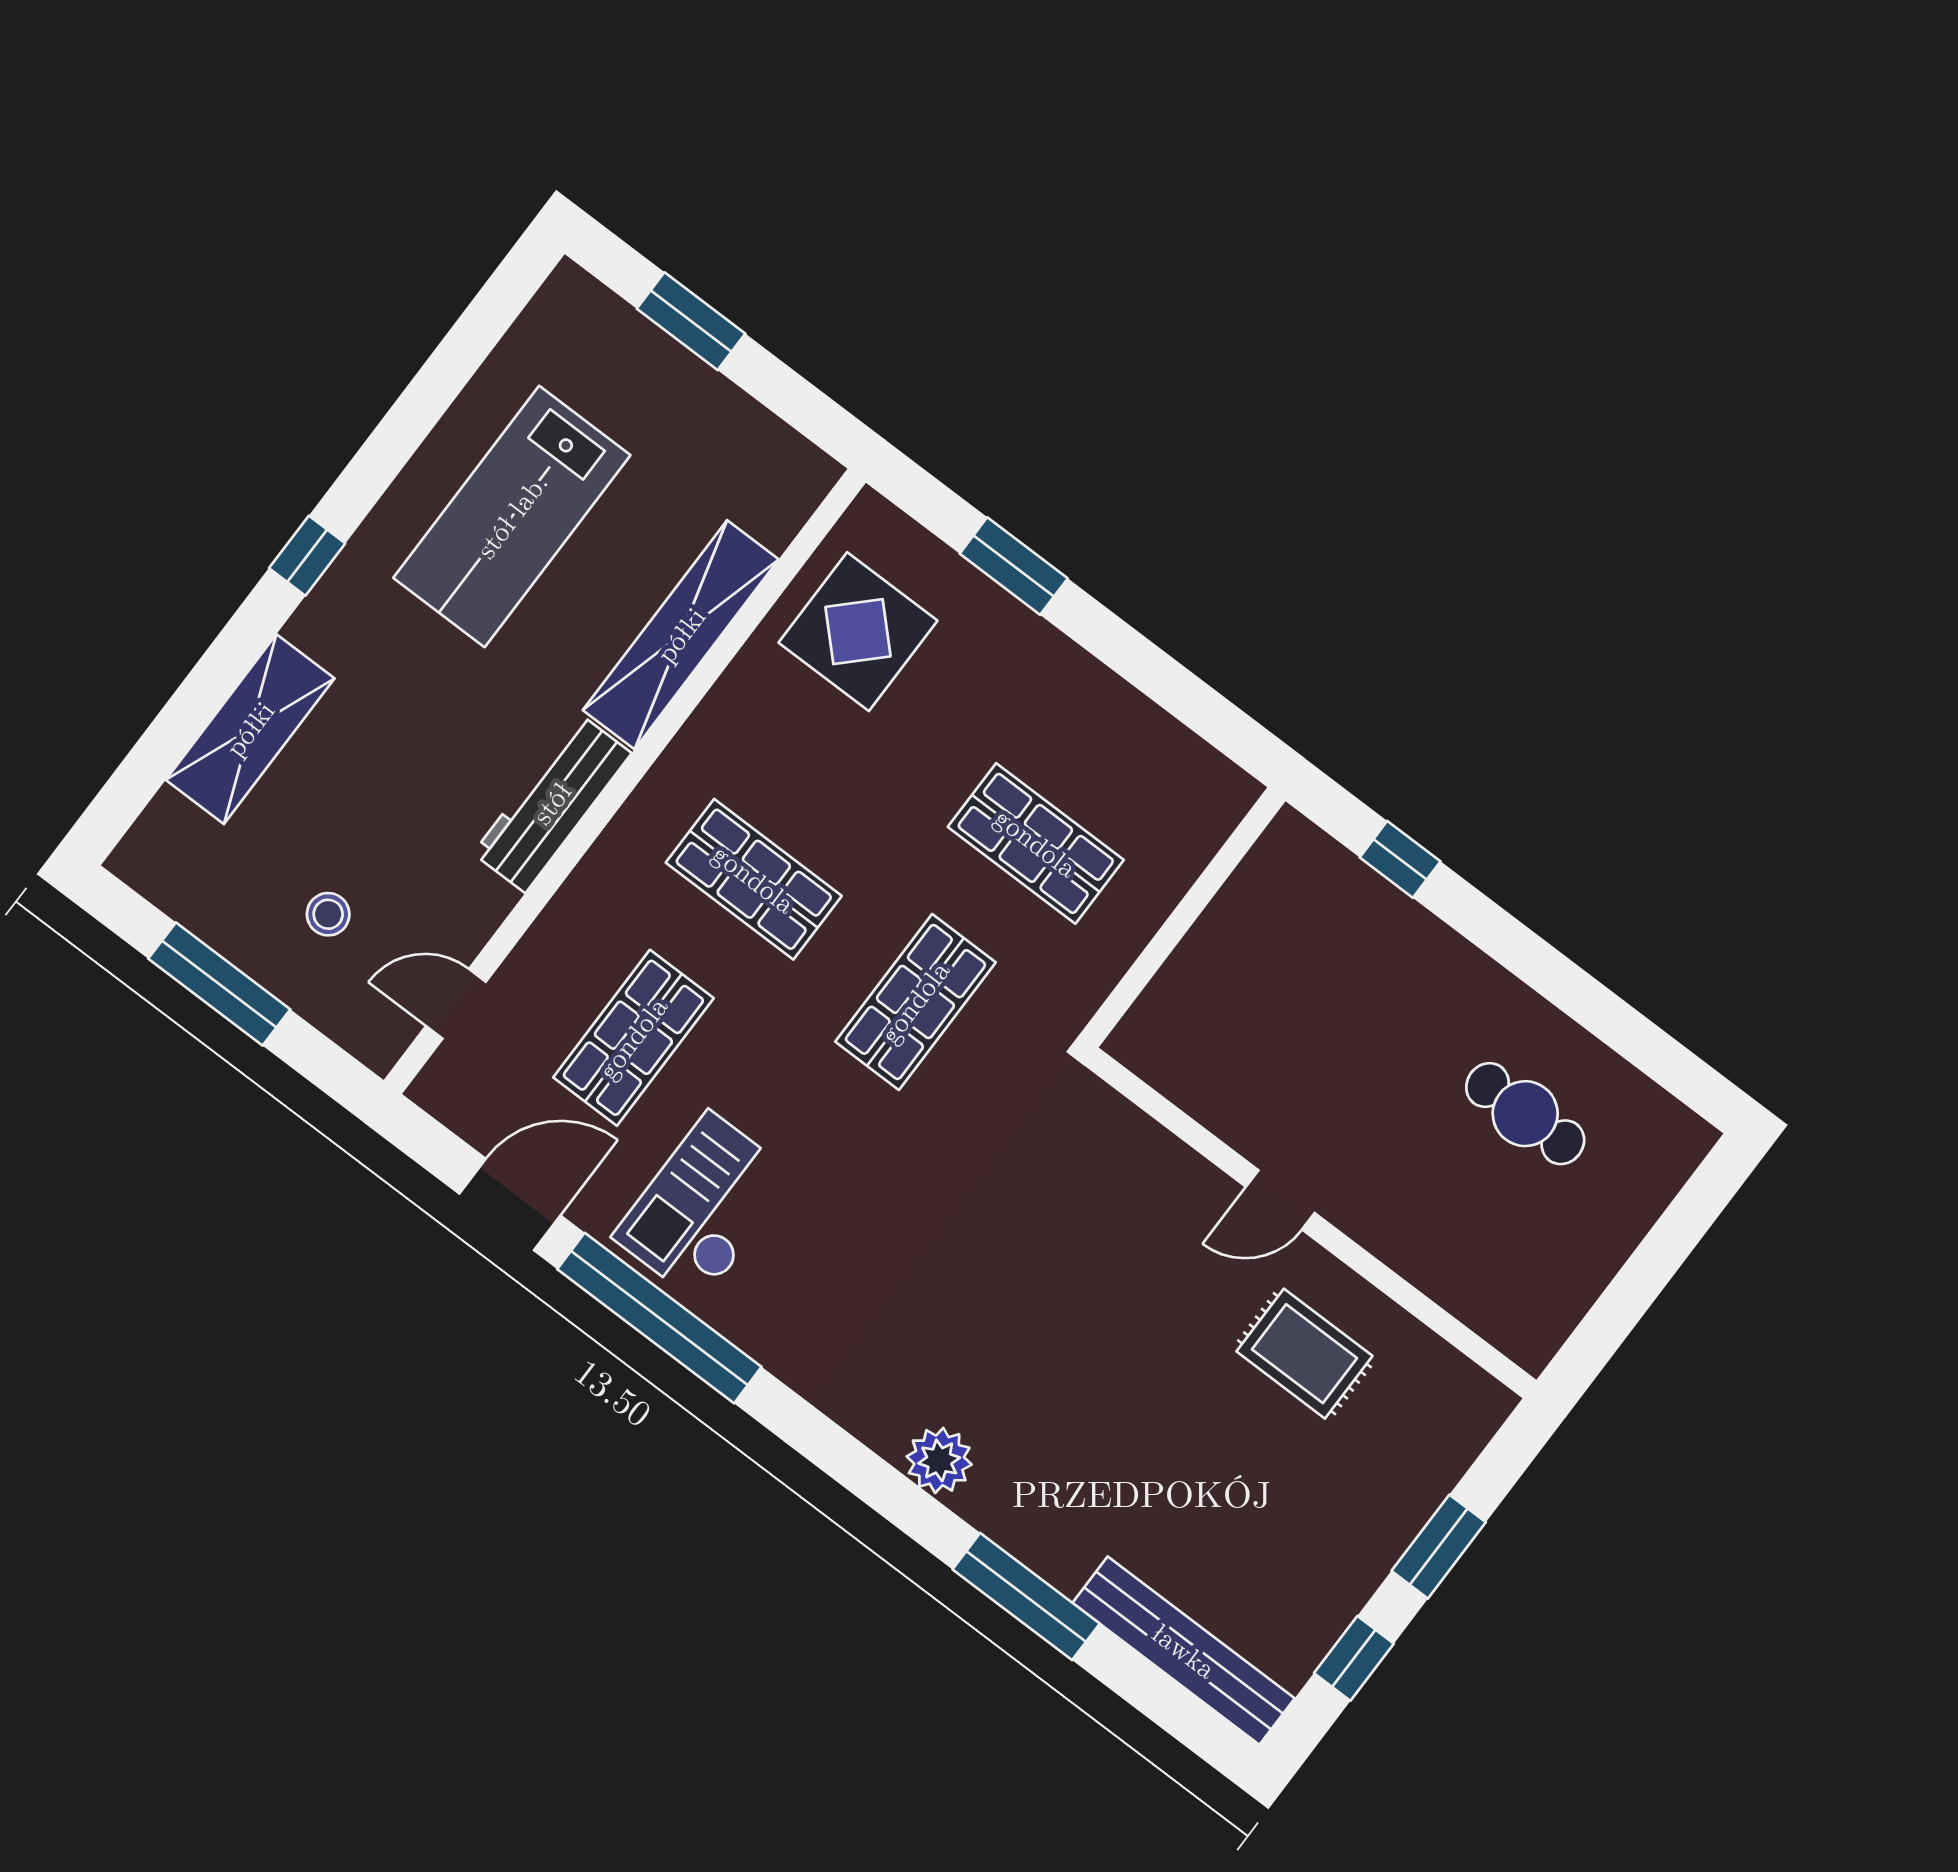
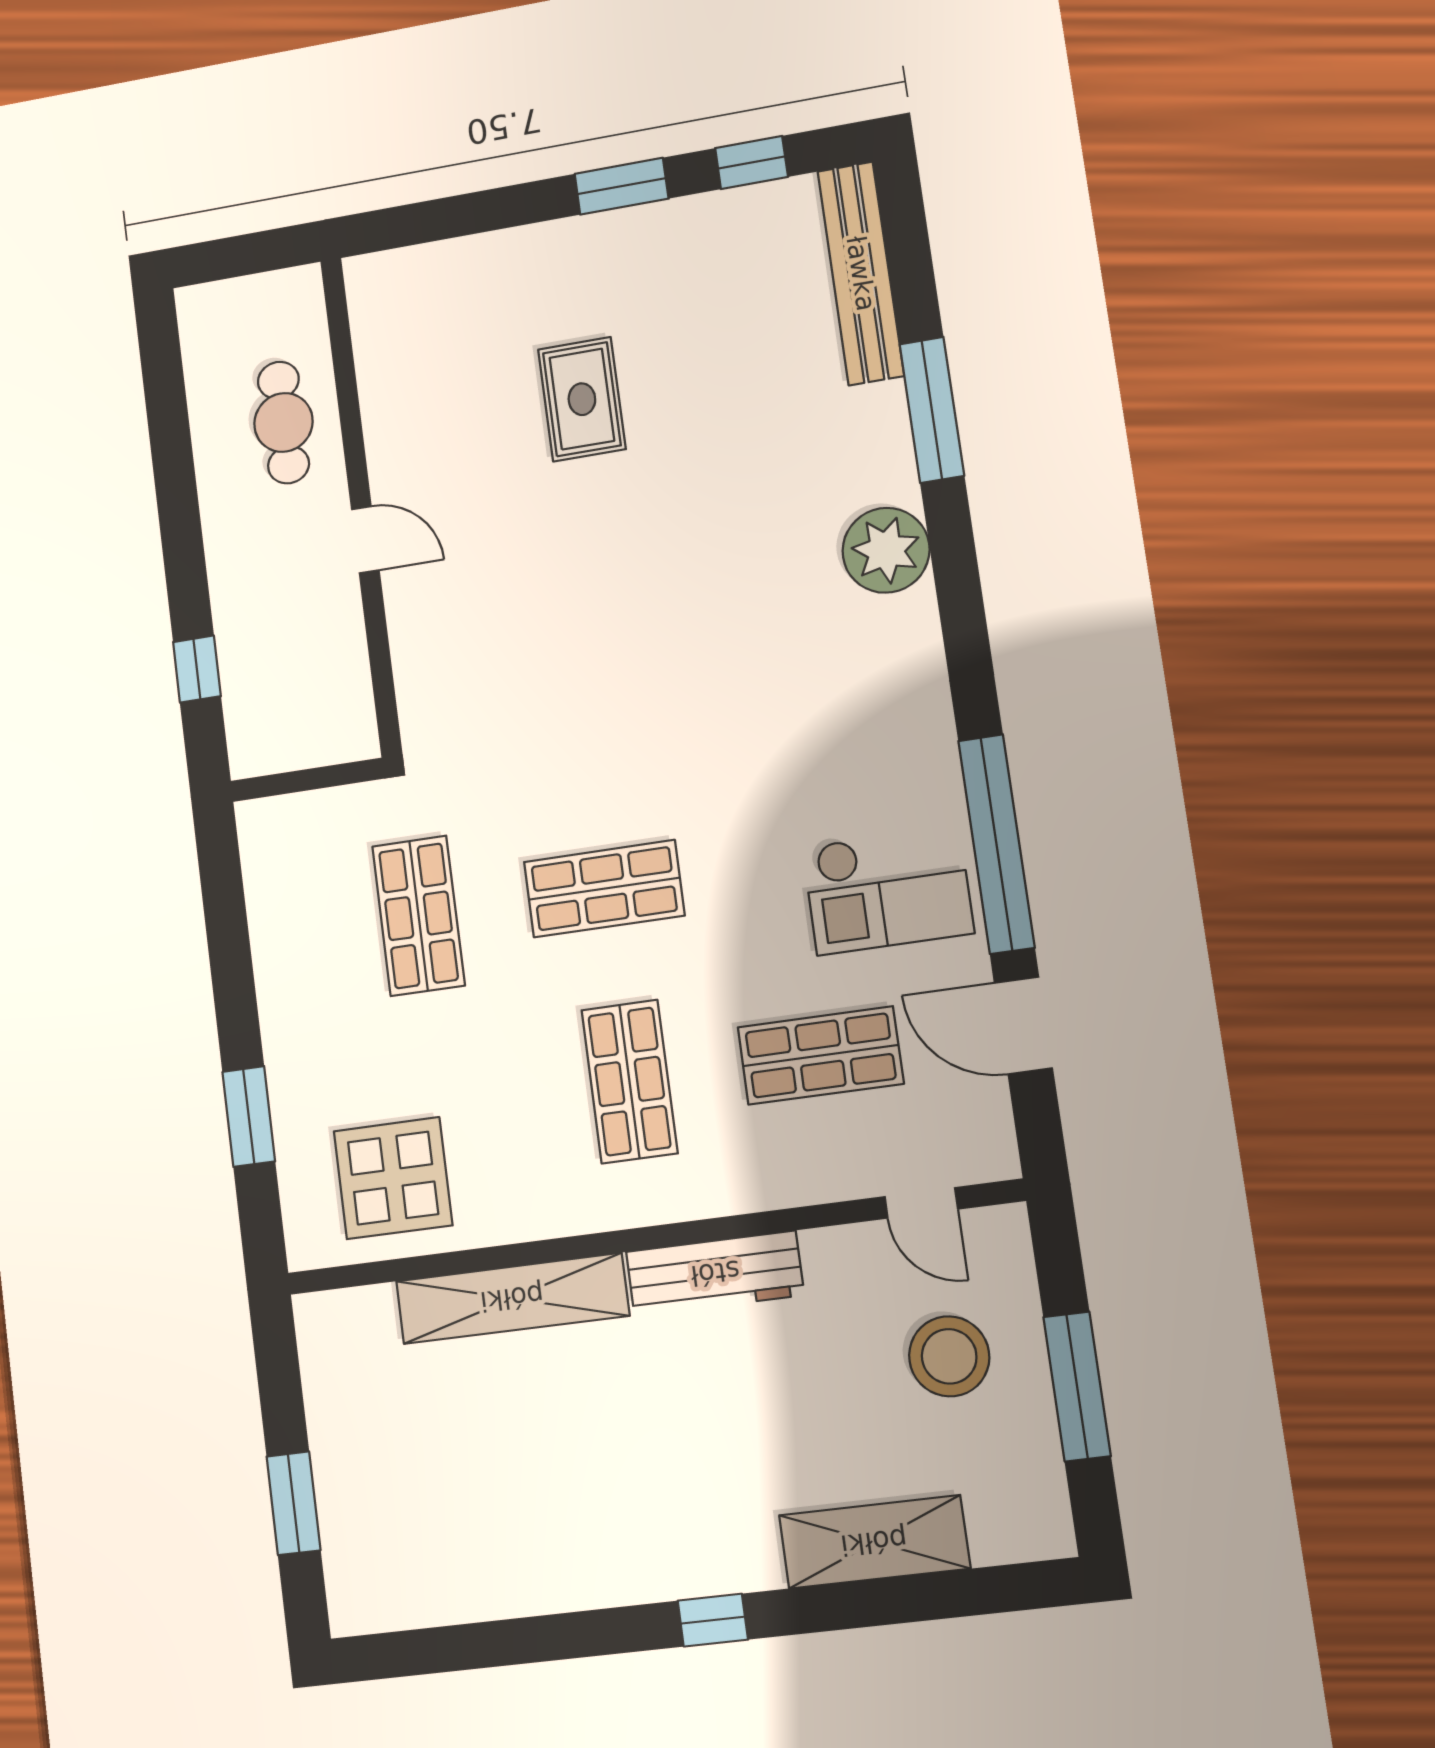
lab bench: (512, 516) -> (545, 1499), removed
stool: (328, 914) -> (949, 1356), width x1.89, depth x1.89
door: (1280, 1200) -> (365, 540), moved
wall: (1311, 1223) -> (361, 505), moved
plant: (939, 1460) -> (886, 550), width x1.36, depth x1.36

